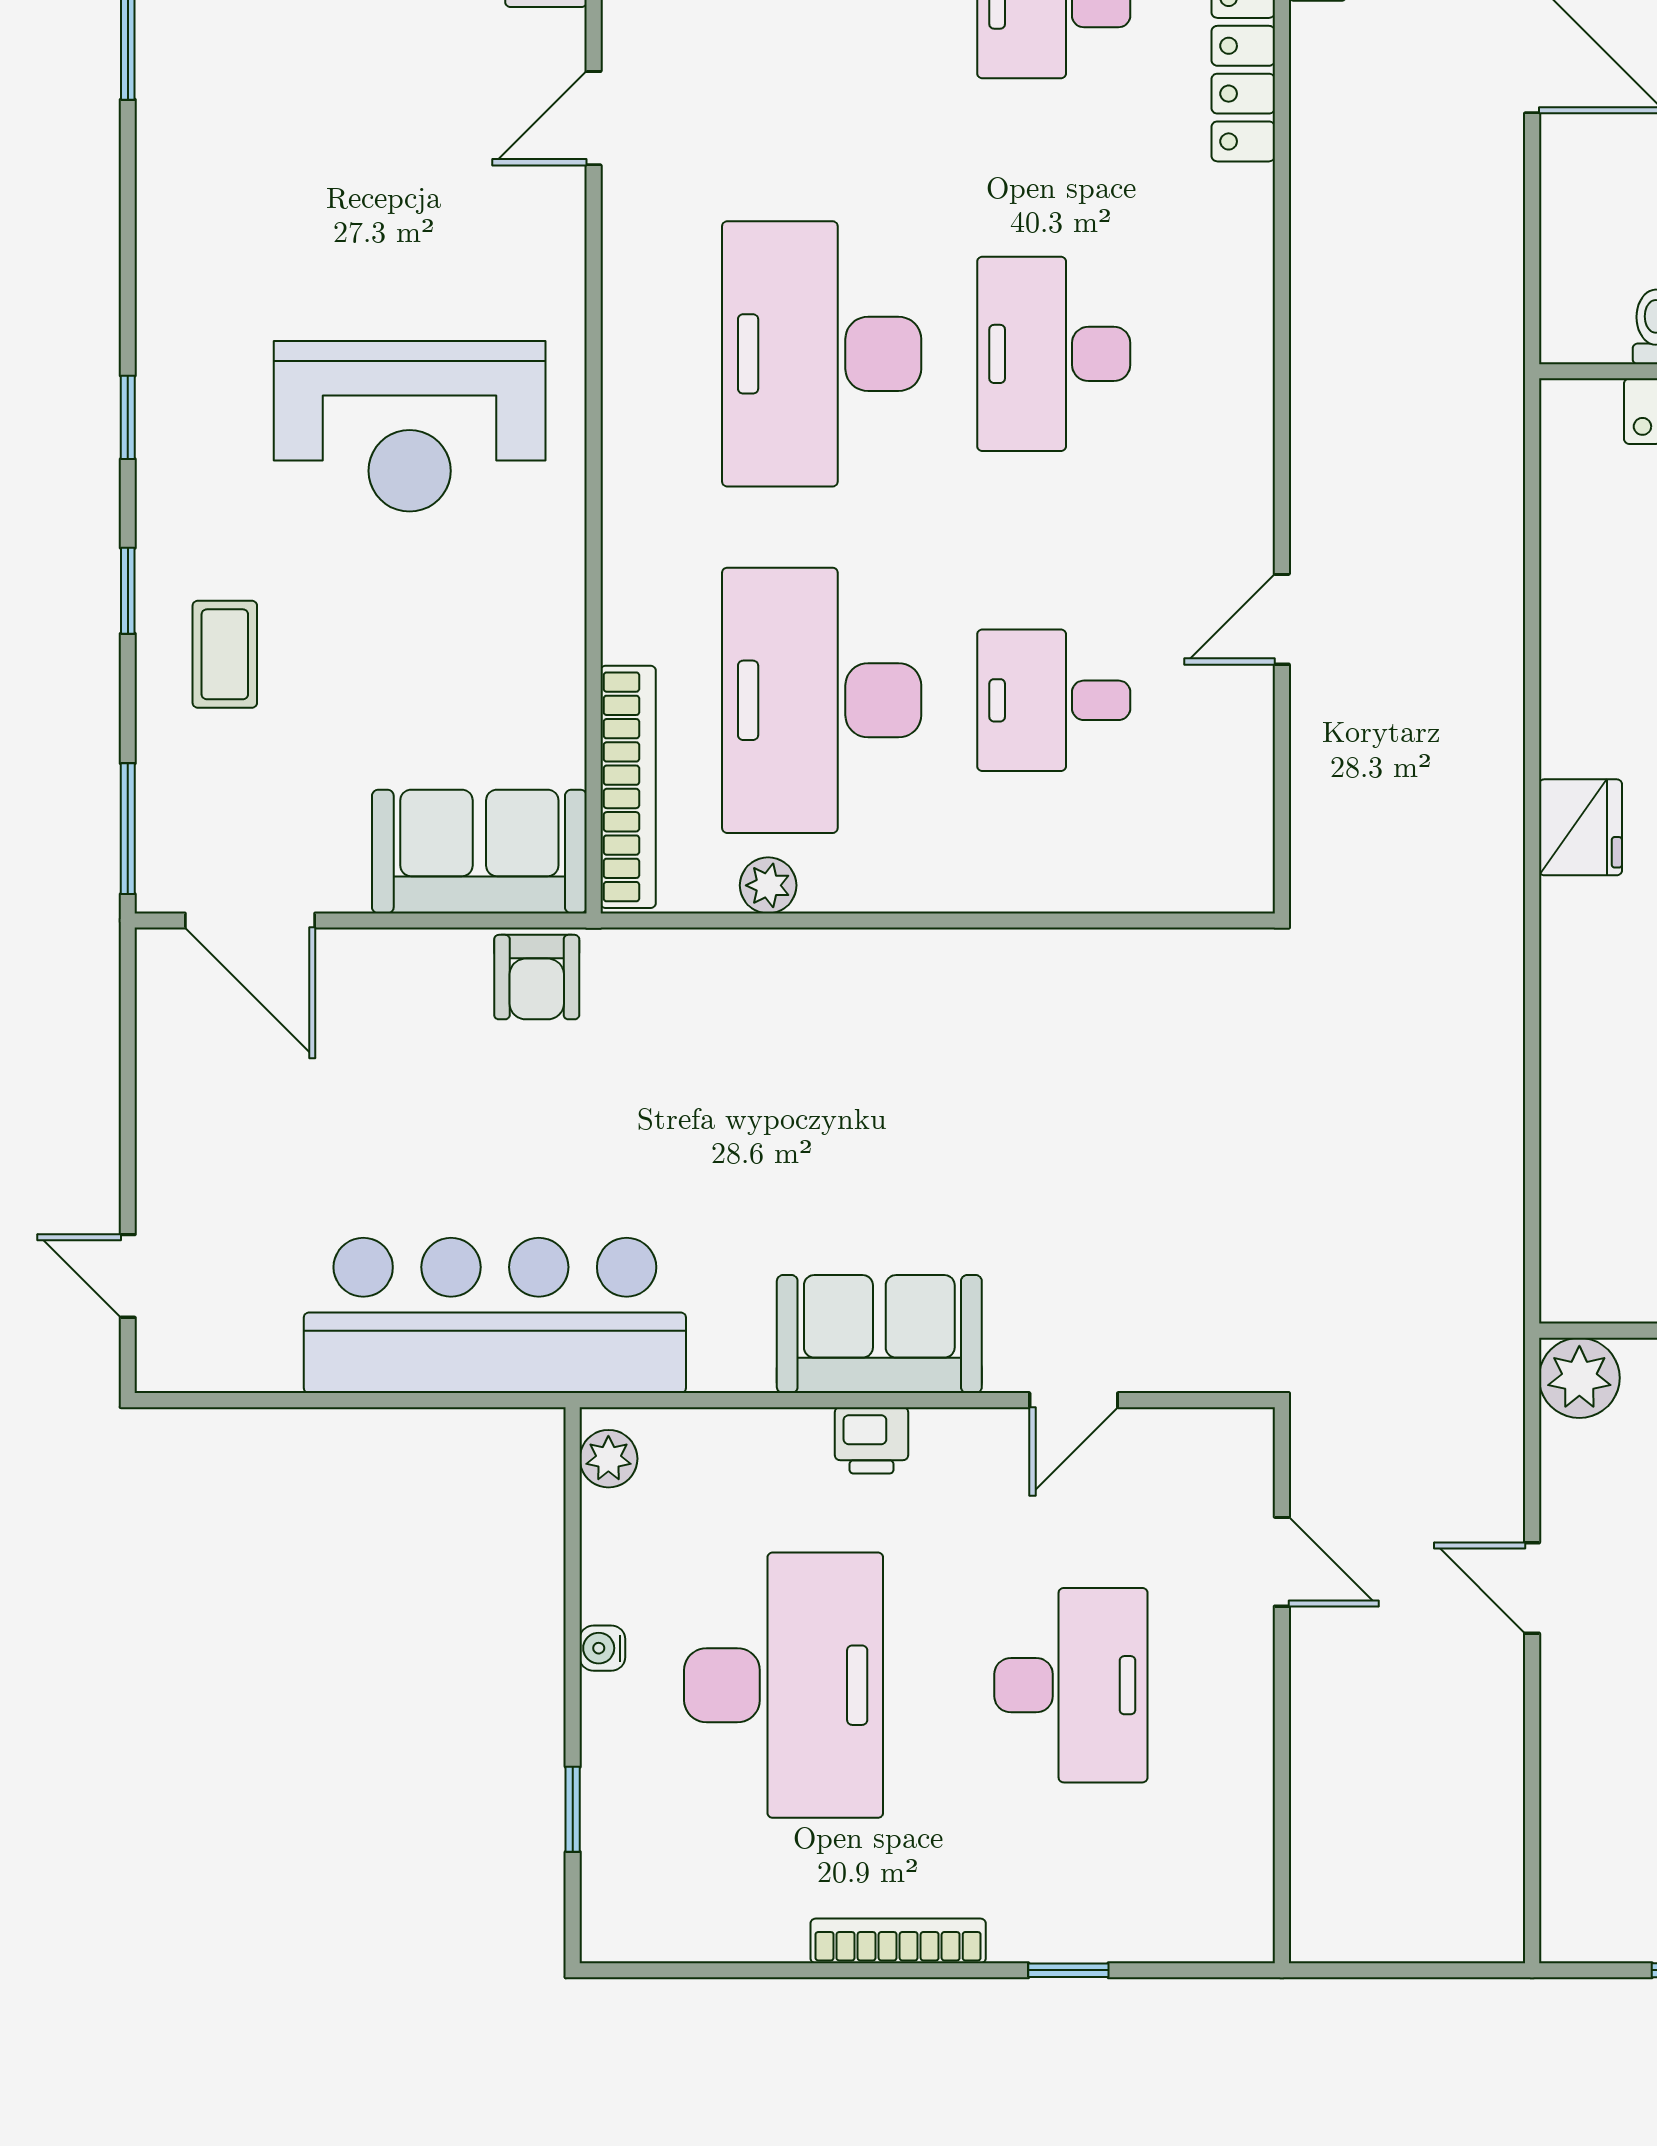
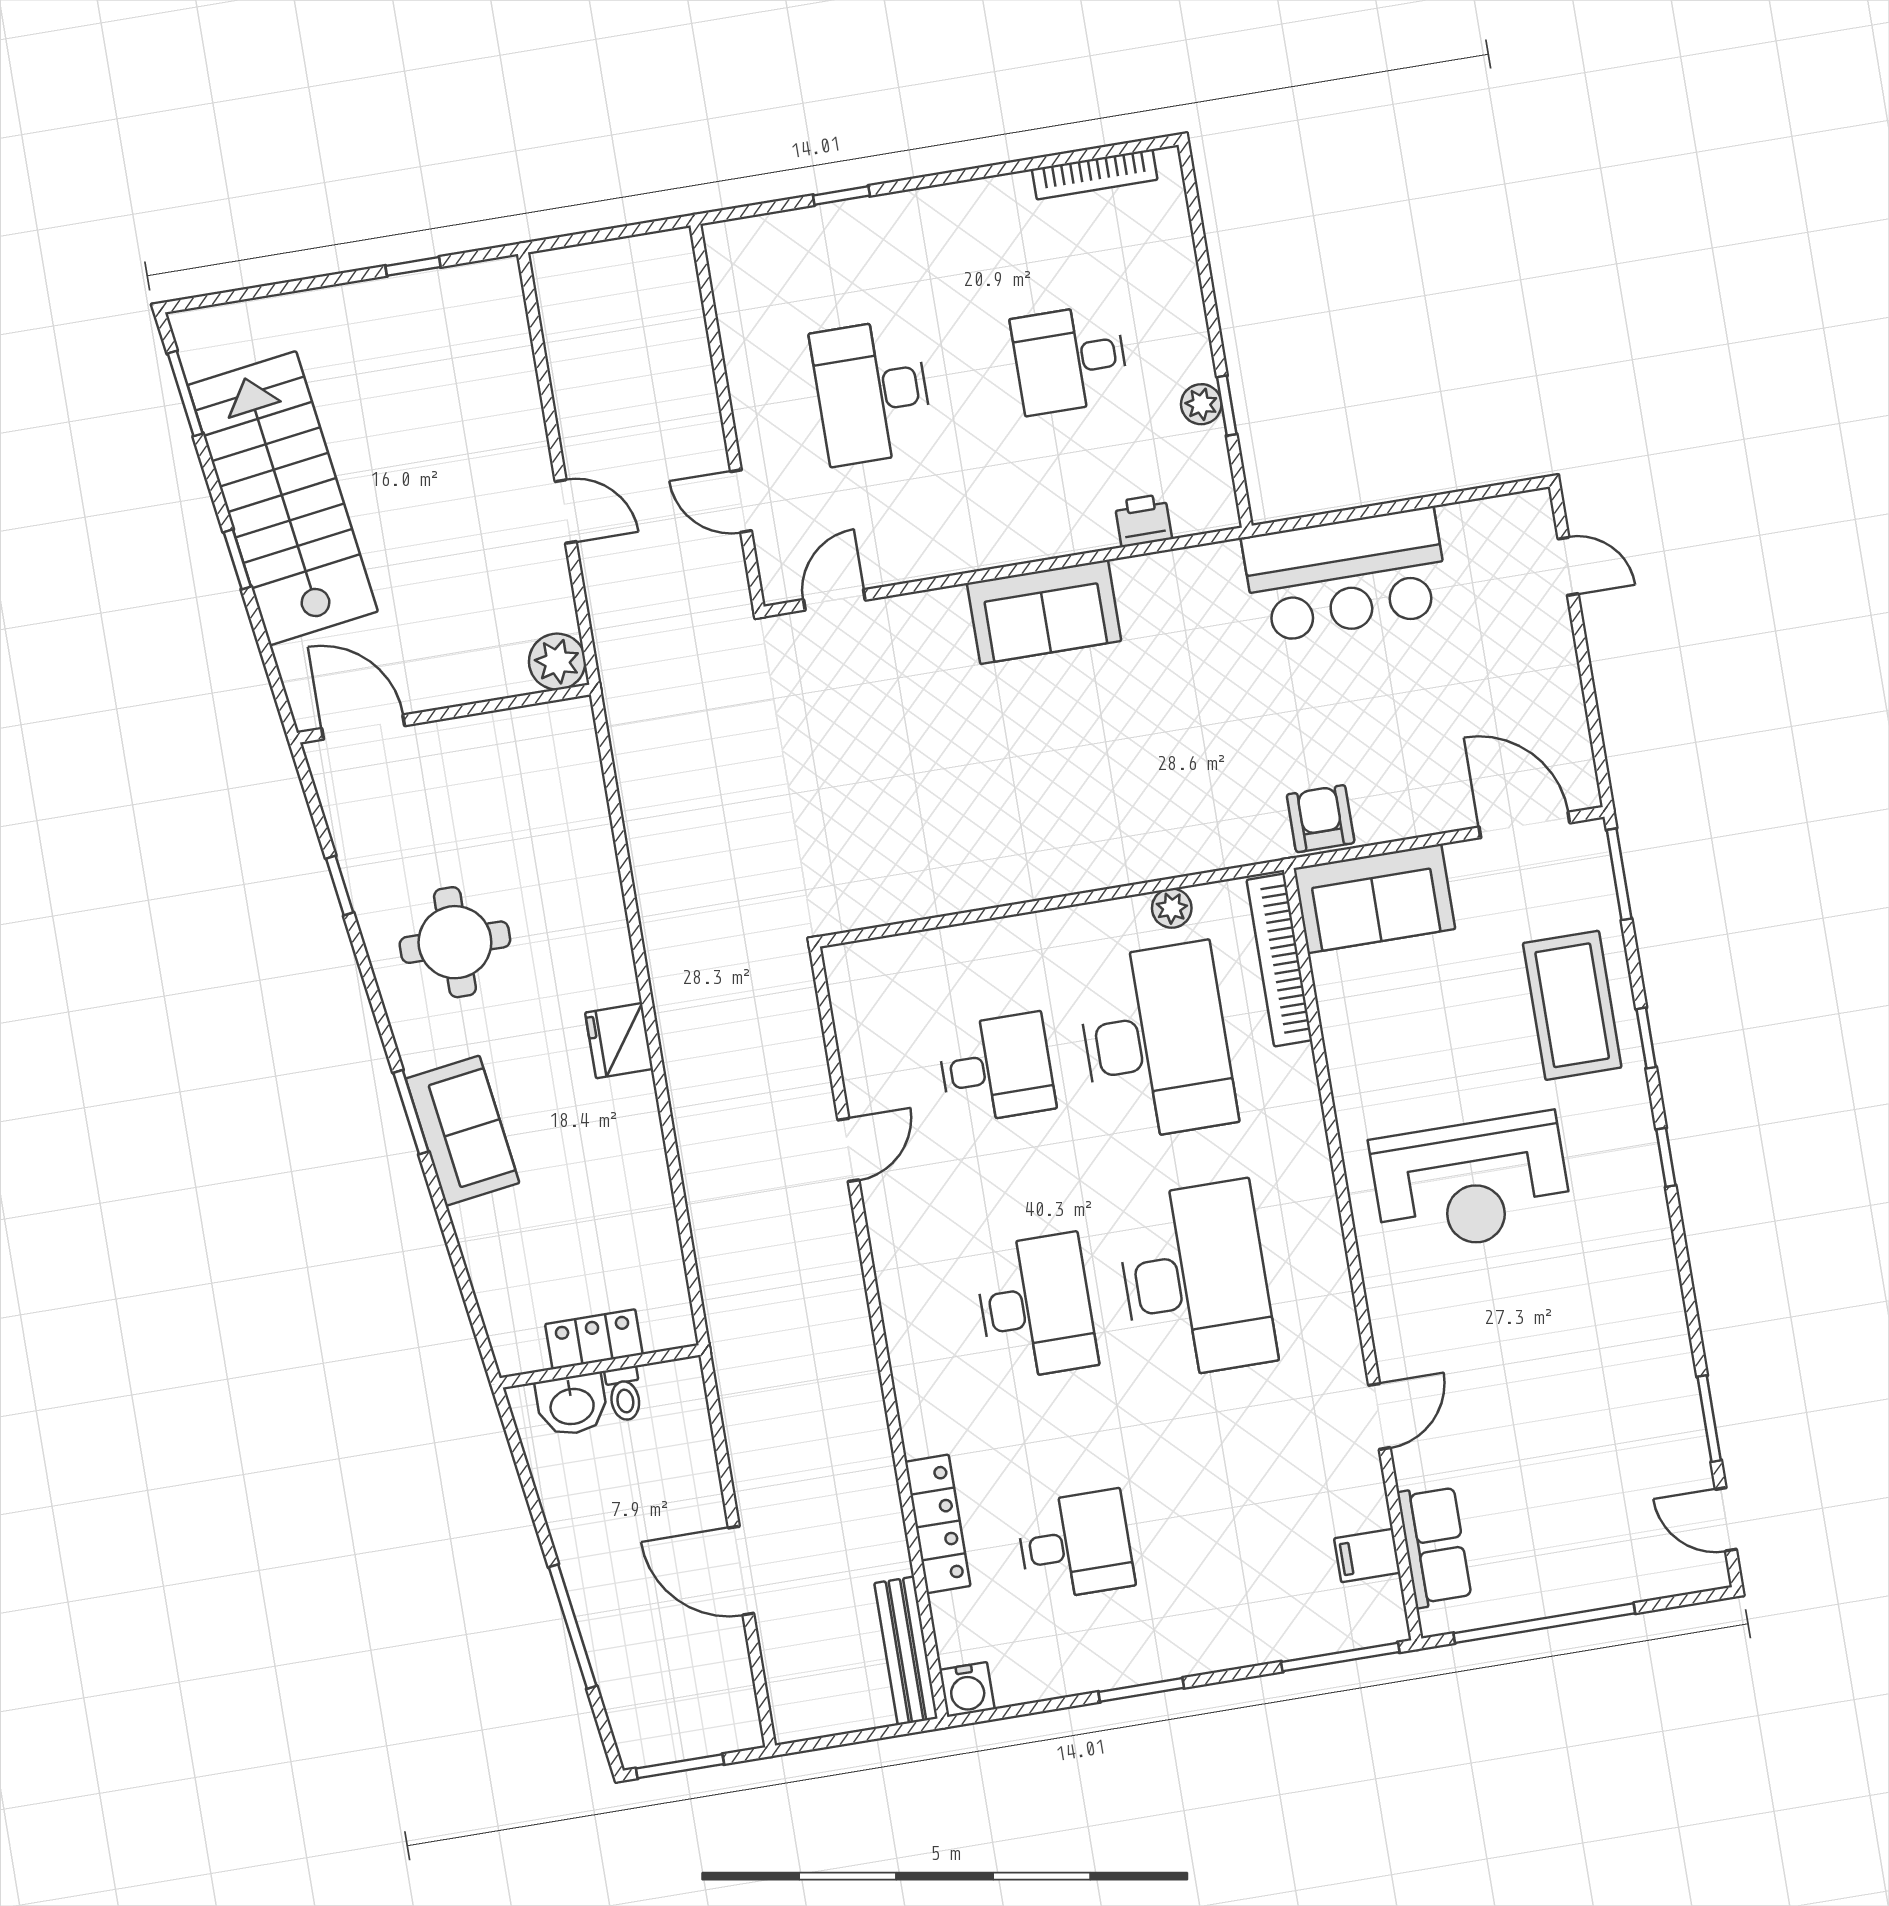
reception desk: (410, 426) -> (1471, 1183), turned 180
coffee table: (225, 654) -> (1572, 1005), width x1.86, depth x1.72
bar counter: (495, 1315) -> (1346, 575), width x0.73
door: (1074, 1400) -> (834, 600), moved
printer: (872, 1440) -> (1143, 520), moved
plant: (608, 1459) -> (1201, 404), moved
water cooler: (602, 1648) -> (1199, 364), removed
desk: (784, 1685) -> (1070, 359), width x0.53, depth x0.77
window: (573, 1809) -> (1227, 406), moved
bookcase: (898, 1941) -> (1095, 174), moved

